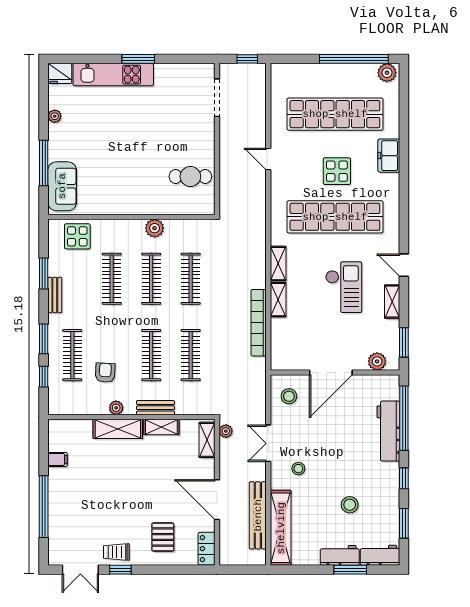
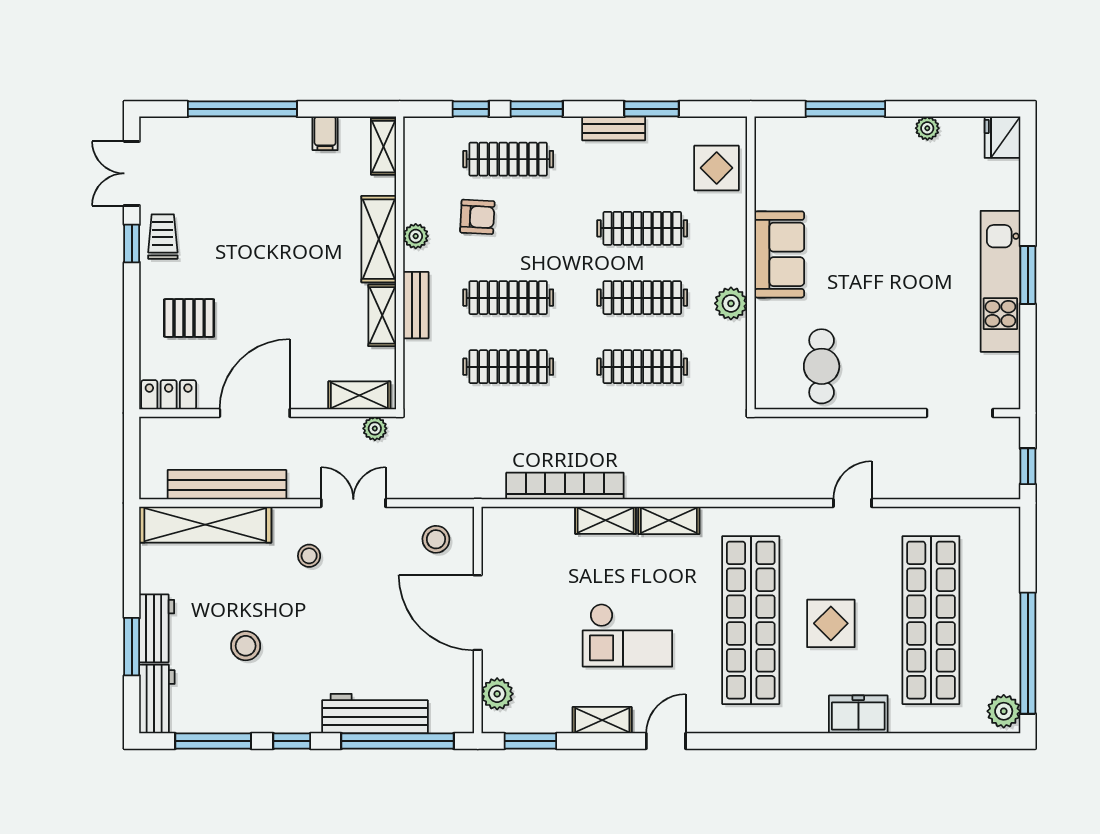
kitchen unit: (113, 75) -> (1000, 281), moved
sofa: (62, 186) -> (779, 254), moved, turned -90
shelving: (65, 426) -> (383, 147), added
window: (404, 523) -> (213, 741), width x1.44

